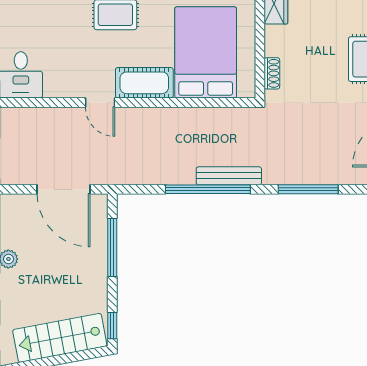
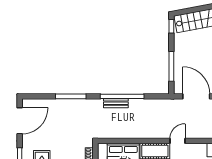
door: (100, 102) -> (178, 141), hinge flipped
bench: (229, 176) -> (116, 103), width x0.73

